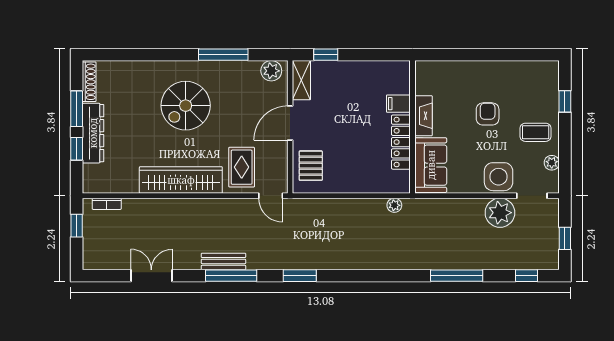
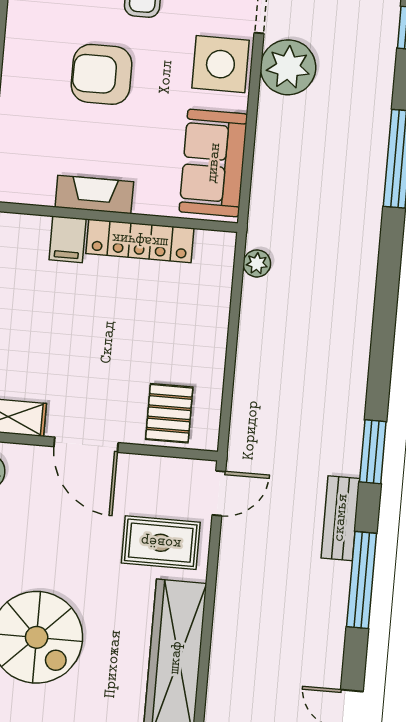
armchair: (488, 114) -> (102, 74), width x1.38, depth x1.38
sofa: (431, 165) -> (213, 163), moved, turned -90
pallet: (311, 166) -> (169, 413), turned 90
bench: (223, 261) -> (340, 518), moved

